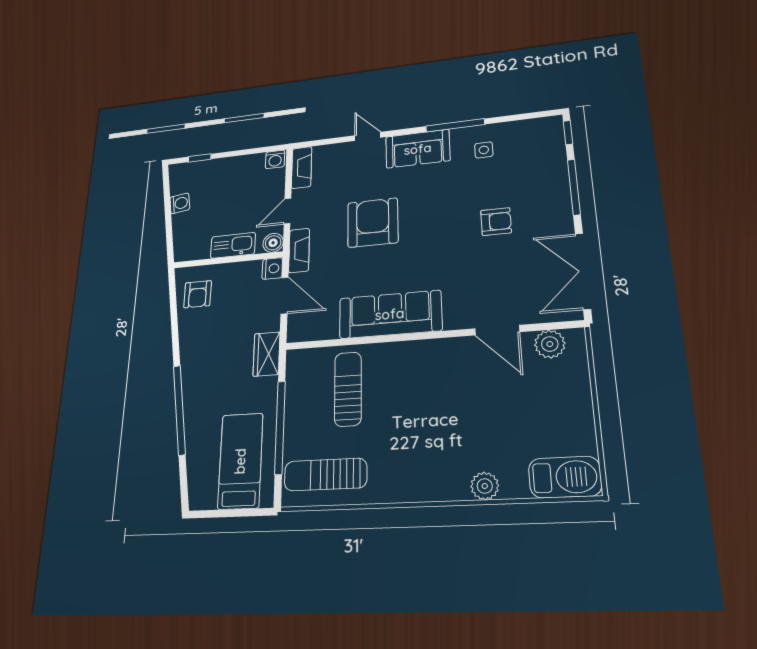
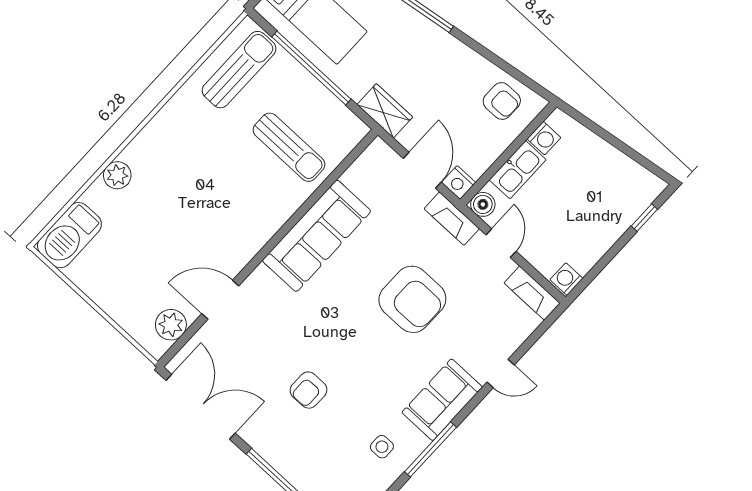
washing machine: (180, 203) -> (544, 138), moved, turned -82
armchair: (198, 294) -> (502, 101), turned 180
door: (285, 296) -> (422, 170), swing flipped

